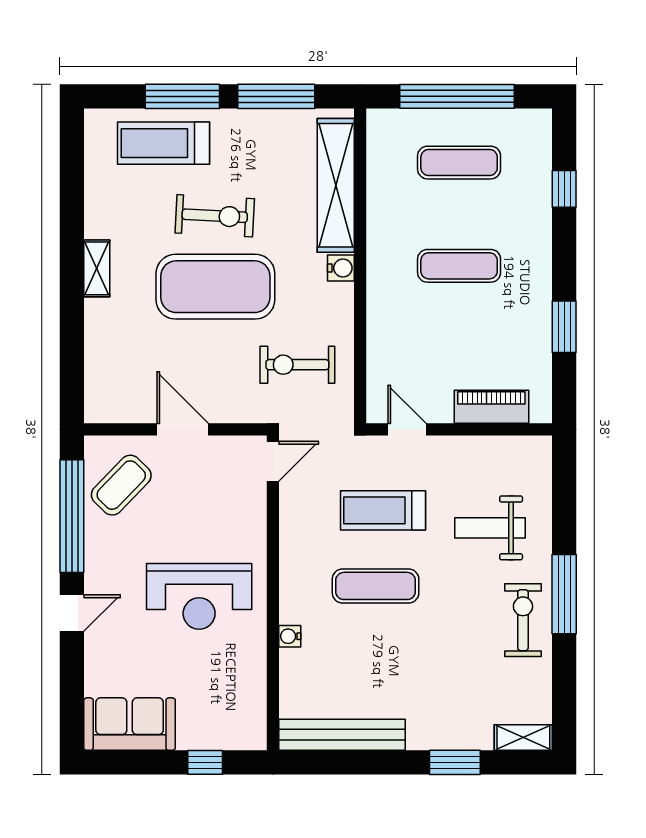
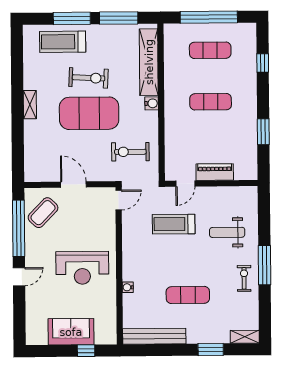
piano: (491, 407) -> (215, 172), moved
door: (407, 429) -> (185, 184), swing flipped
exercise mat: (376, 586) -> (188, 295), moved
exercise bike: (523, 620) -> (244, 278), width x0.73, depth x0.72
sofa: (130, 724) -> (71, 332), moved

